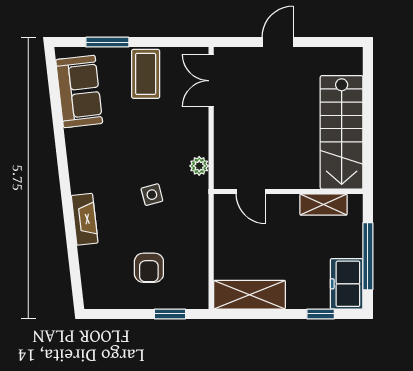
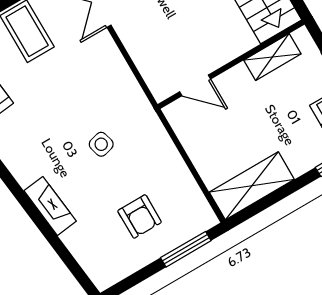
plant: (199, 166) -> (131, 90), removed
window: (170, 314) -> (186, 249), width x1.50

